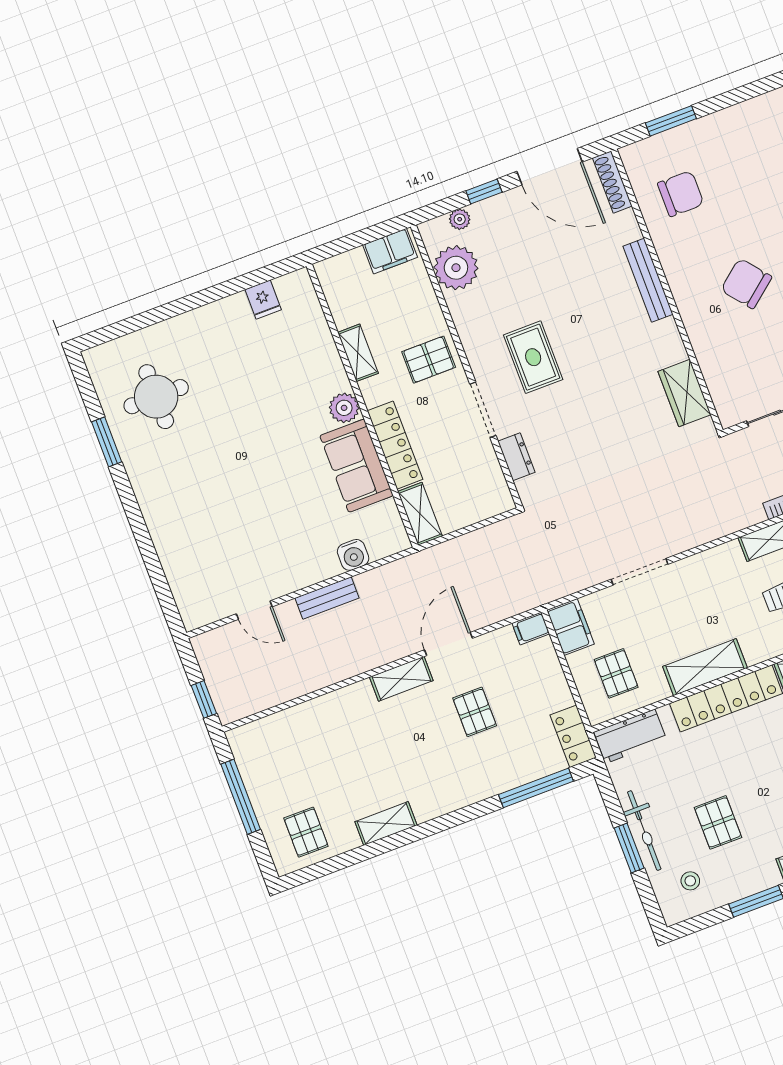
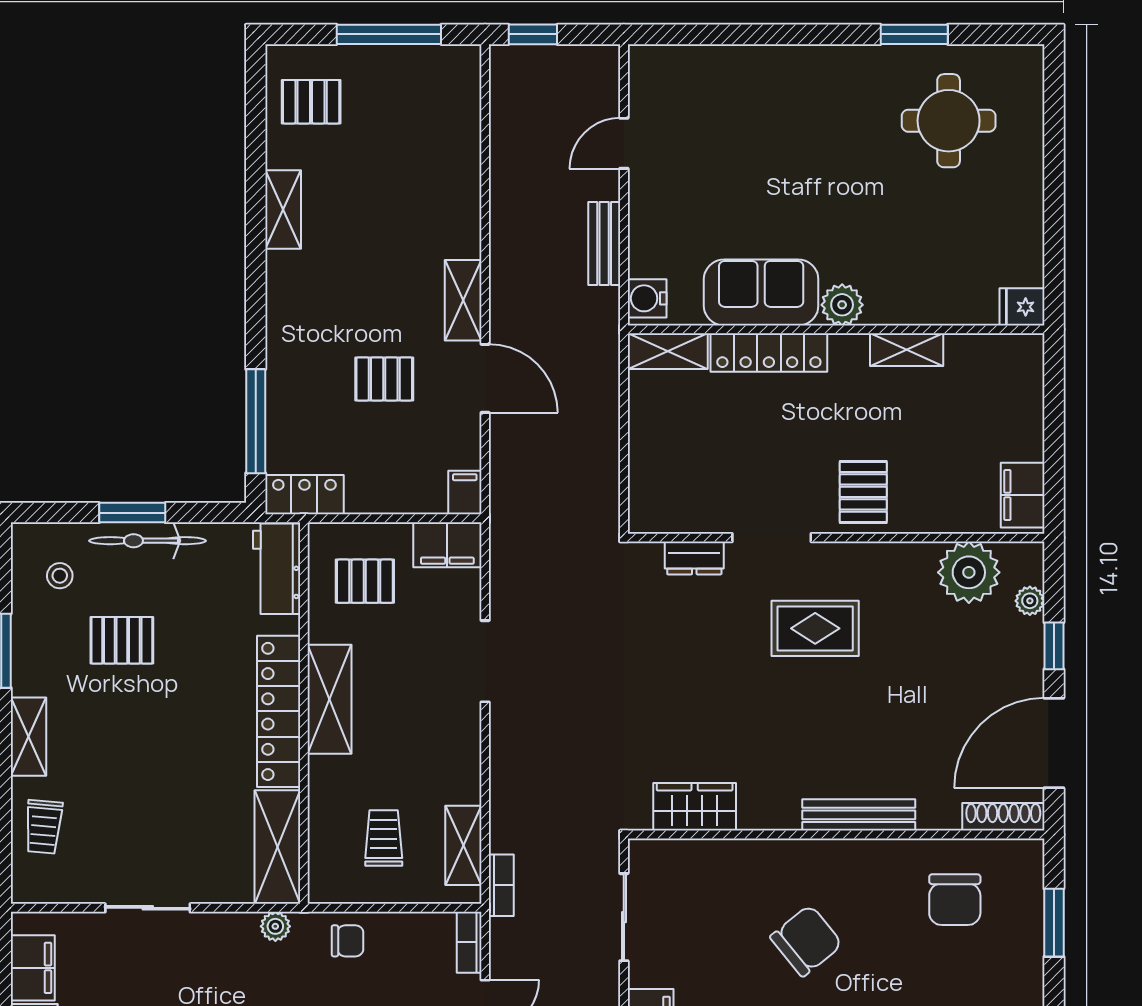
shelving: (358, 353) -> (907, 350), moved
wall: (362, 406) -> (836, 329), moved
plant: (344, 408) -> (842, 305), moved
locker: (395, 445) -> (769, 352), moved
sofa: (356, 466) -> (761, 292), moved
shelving: (420, 514) -> (668, 351), moved

